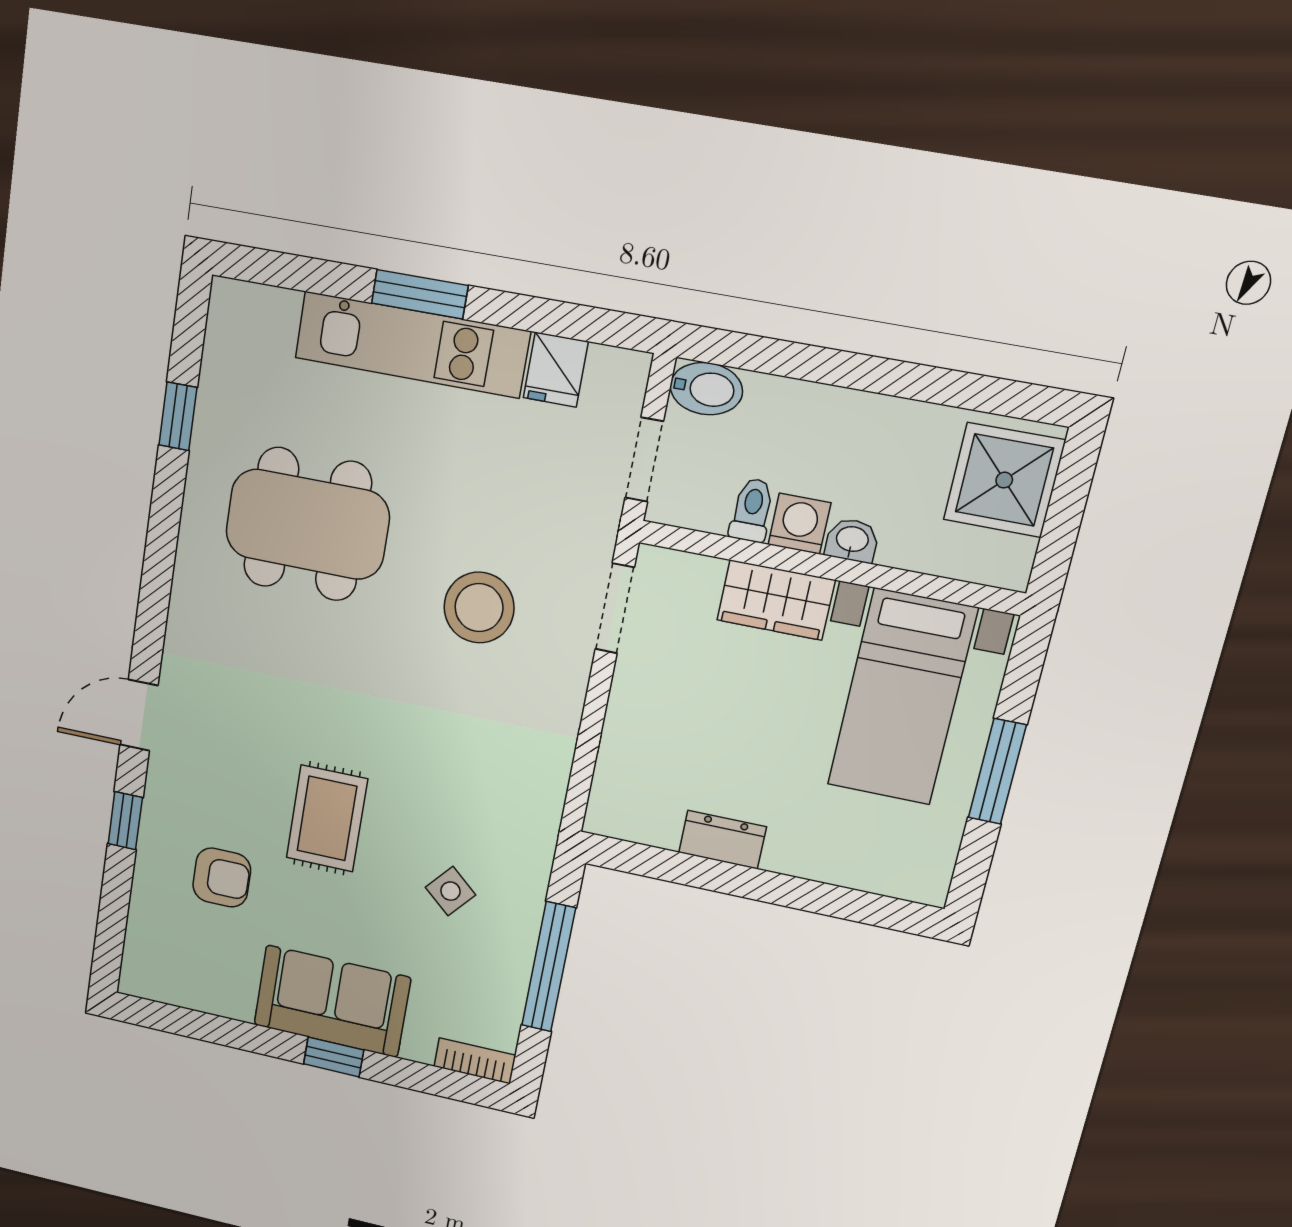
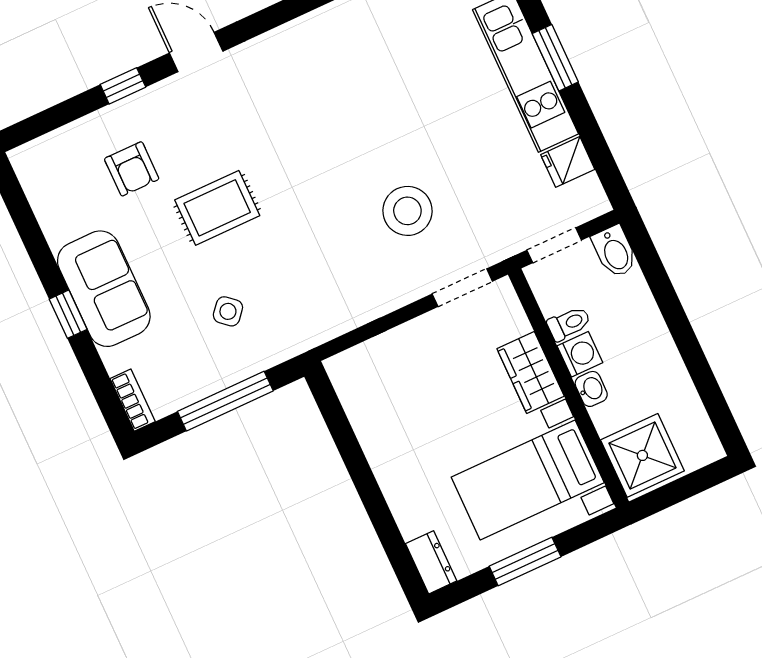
shower: (1004, 480) -> (642, 455), moved
dining table: (307, 524) -> (384, 79), removed
dresser: (722, 840) -> (431, 562), moved

